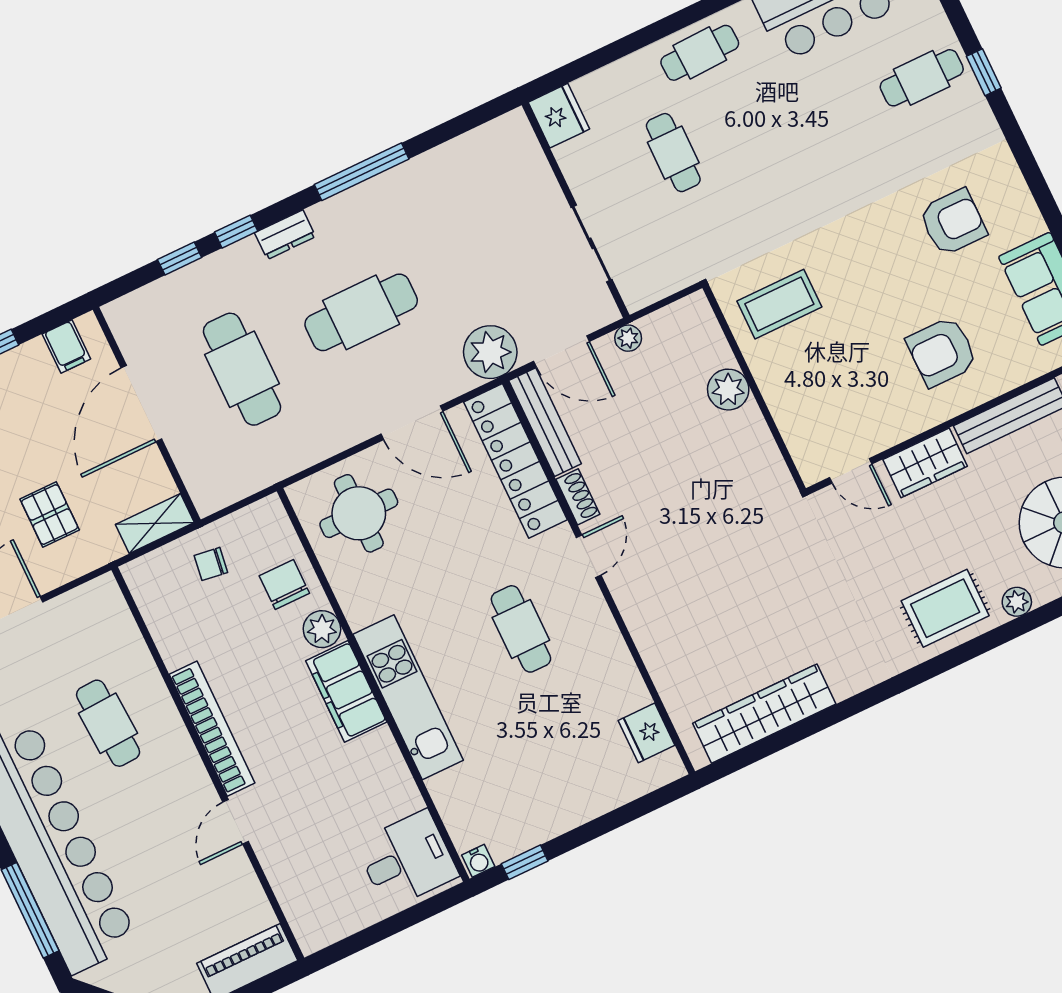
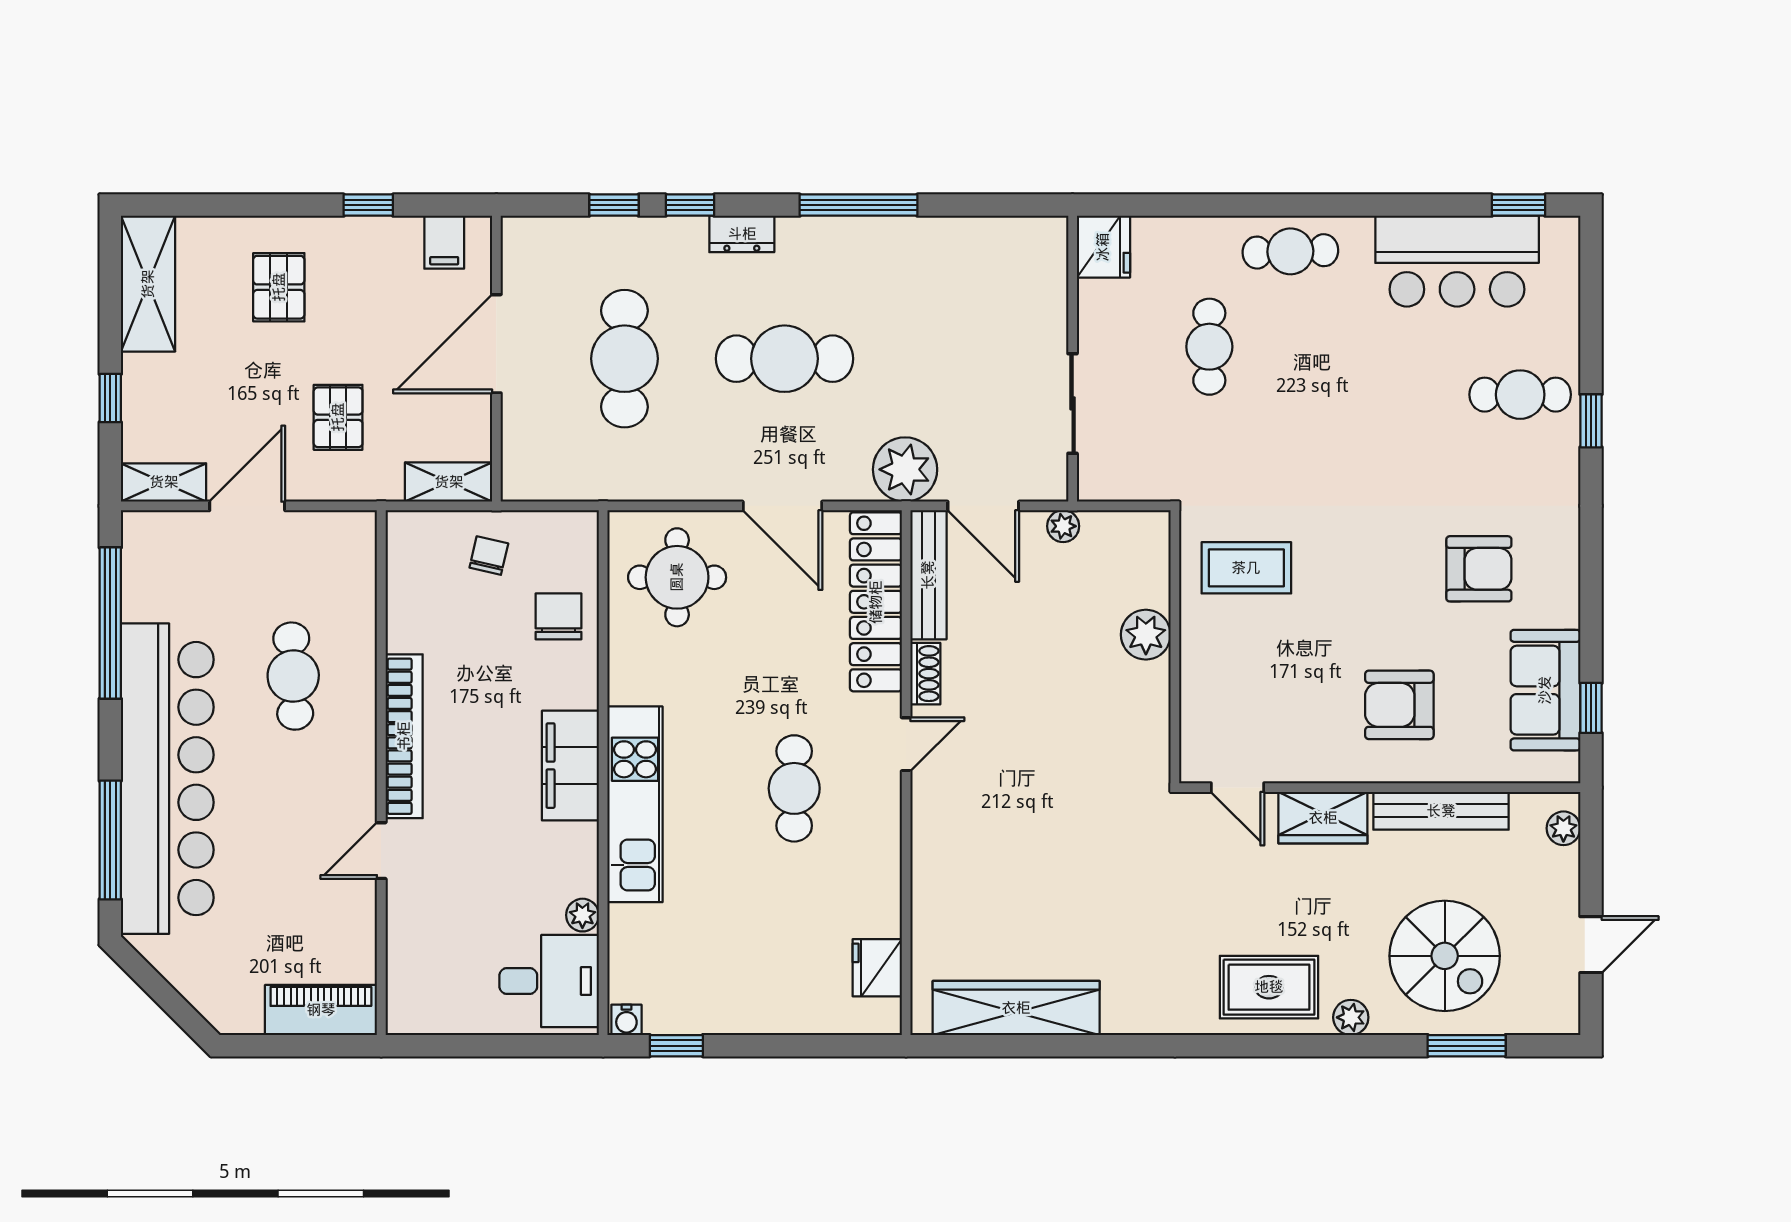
chair: (211, 564) -> (489, 556), turned 95
plant: (322, 629) -> (582, 915), moved, width x0.73, depth x0.73

